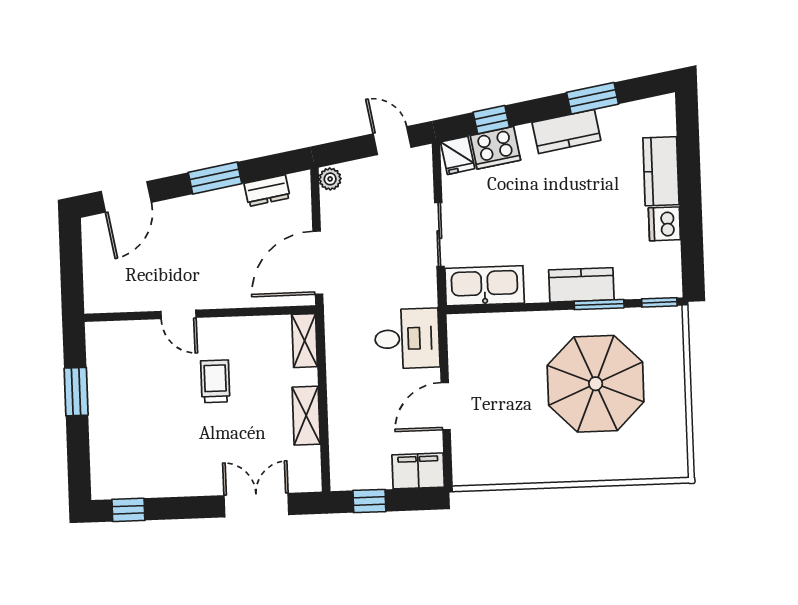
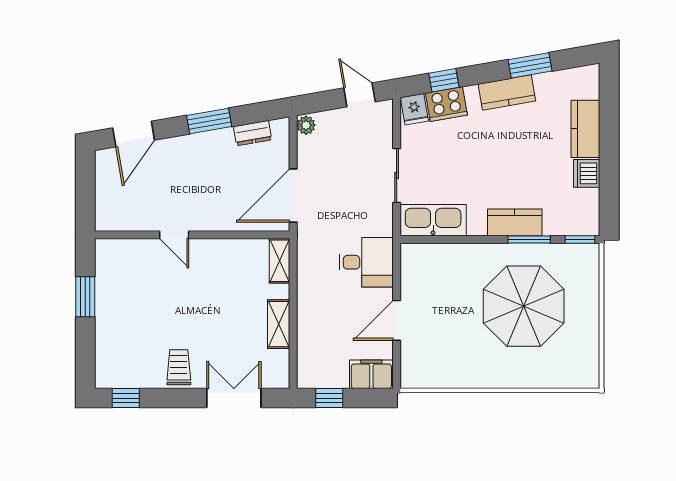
trolley: (215, 381) -> (179, 367), moved

